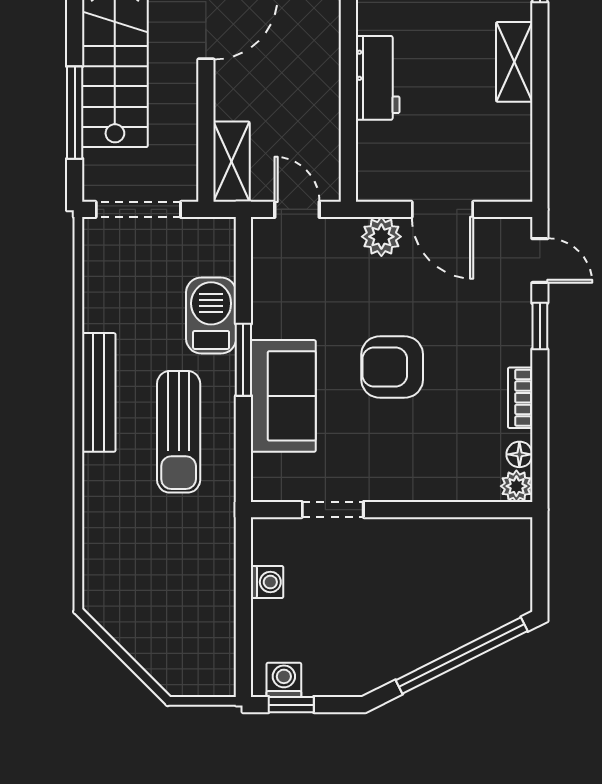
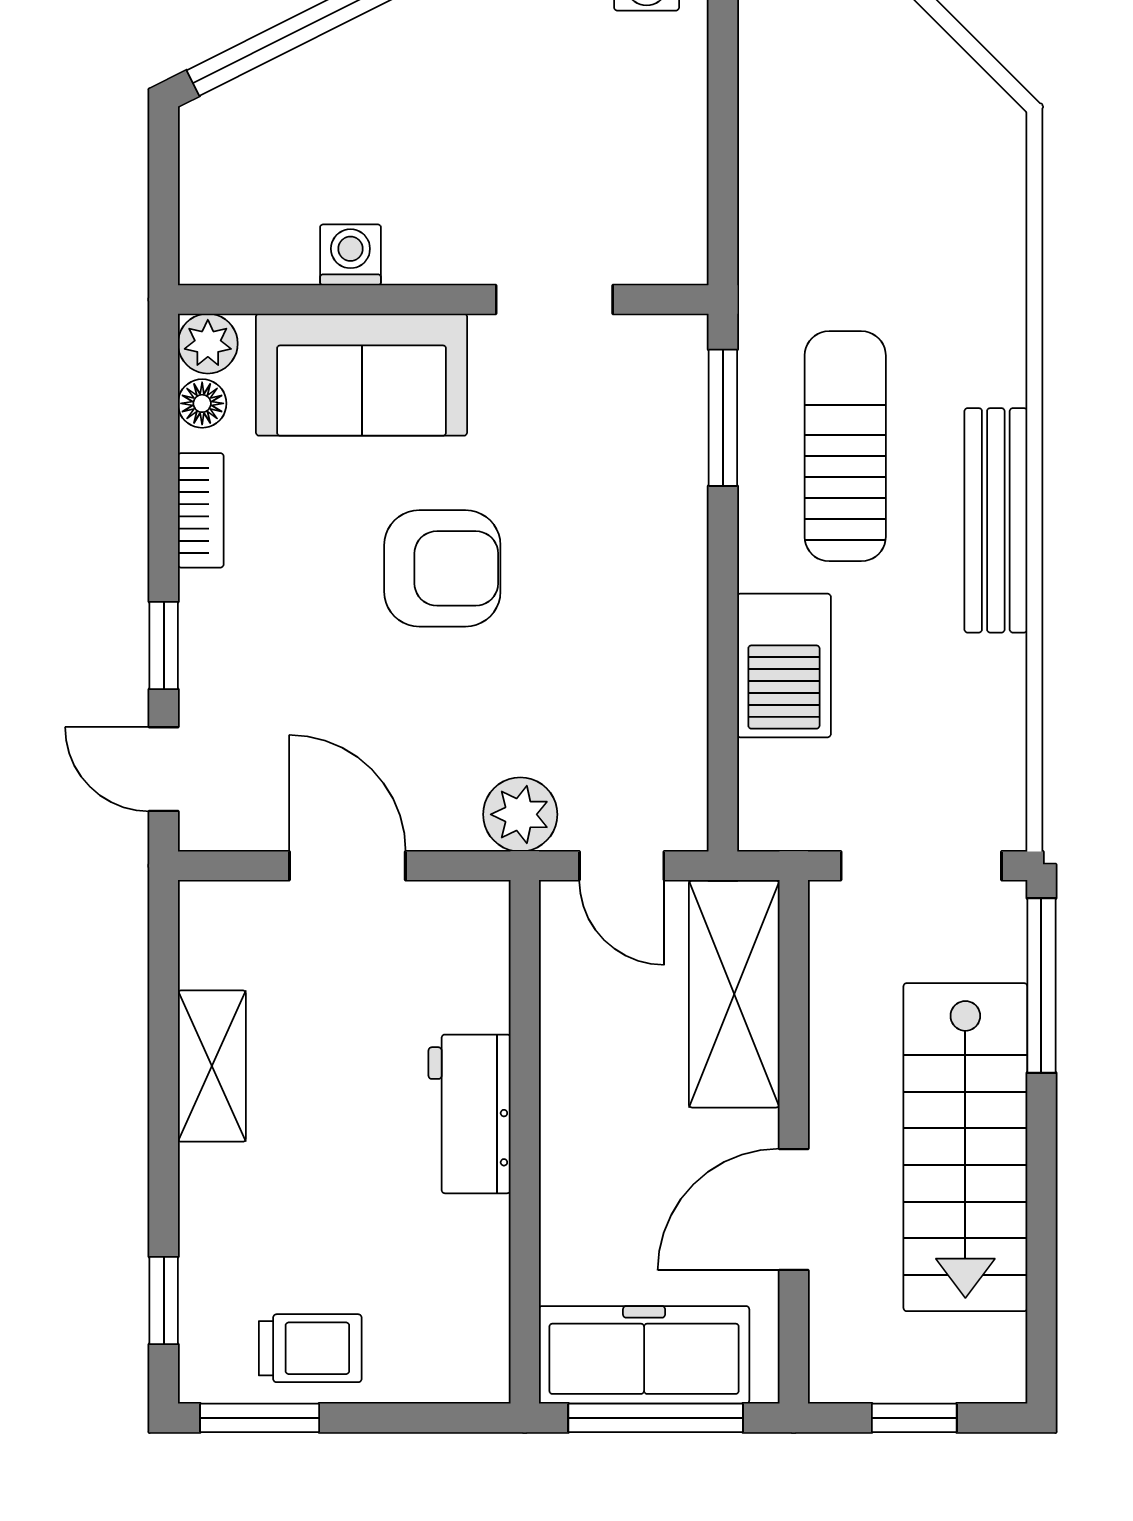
shelving: (514, 62) -> (212, 1066), moved
window: (75, 113) -> (1041, 986), moved
shelving: (231, 161) -> (734, 994), width x1.50, depth x1.33
plant: (381, 237) -> (520, 814), moved
window: (243, 360) -> (723, 418), moved
sofa: (283, 396) -> (362, 375), moved, turned -90
washing machine: (267, 582) -> (350, 255), moved, turned 90

